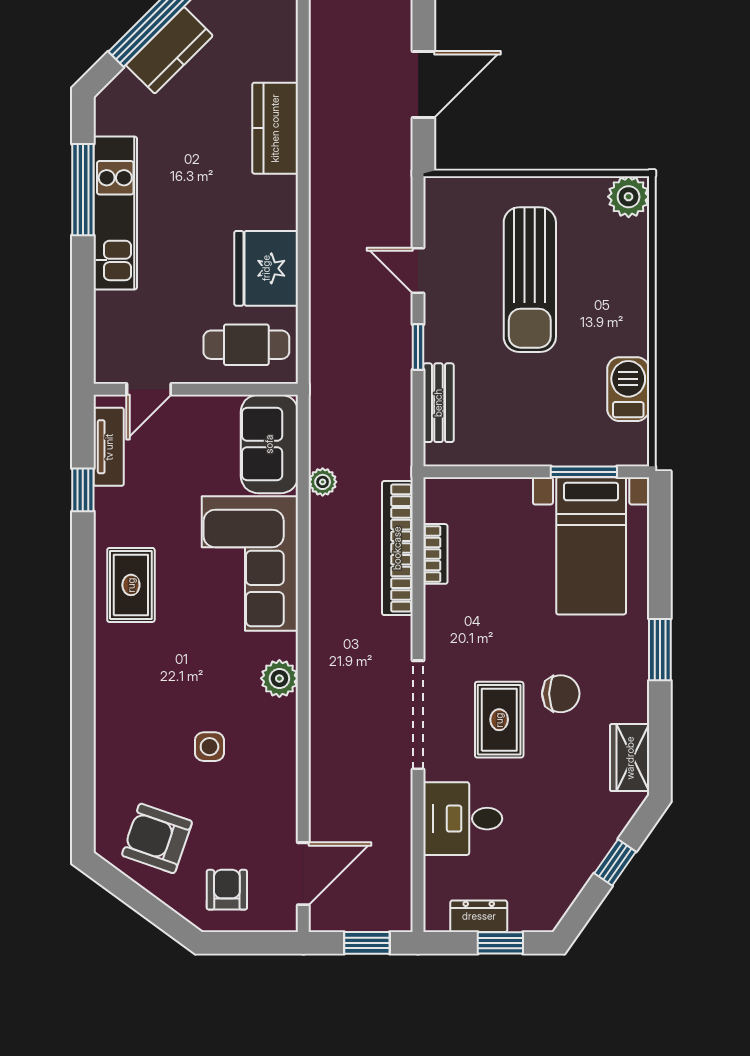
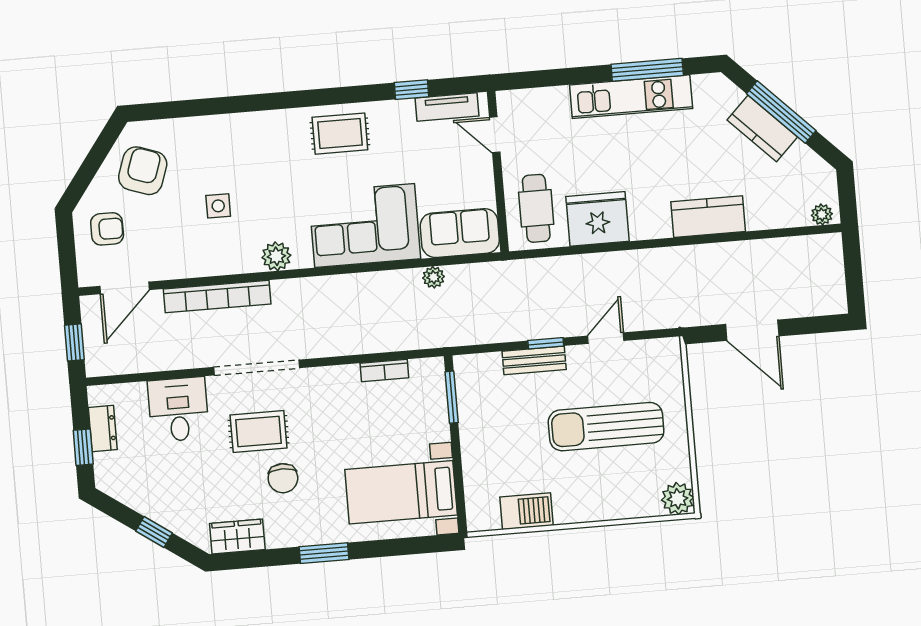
bench: (438, 403) -> (534, 360), moved
window: (584, 472) -> (452, 397), moved
bookcase: (397, 548) -> (217, 296), moved, turned 180
door: (303, 874) -> (125, 288), hinge flipped

